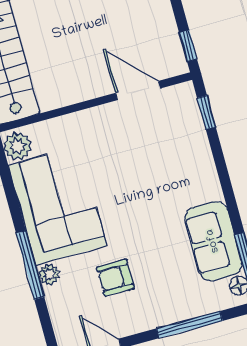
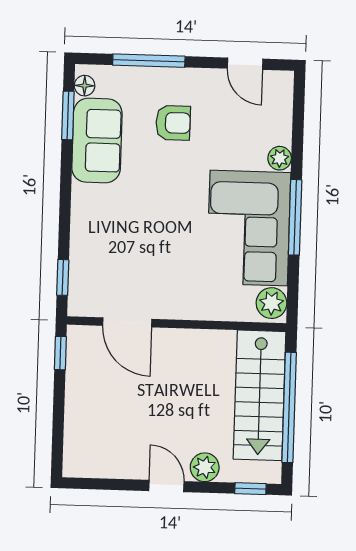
window: (30, 265) -> (295, 217), moved
armchair: (116, 278) -> (173, 123), moved

